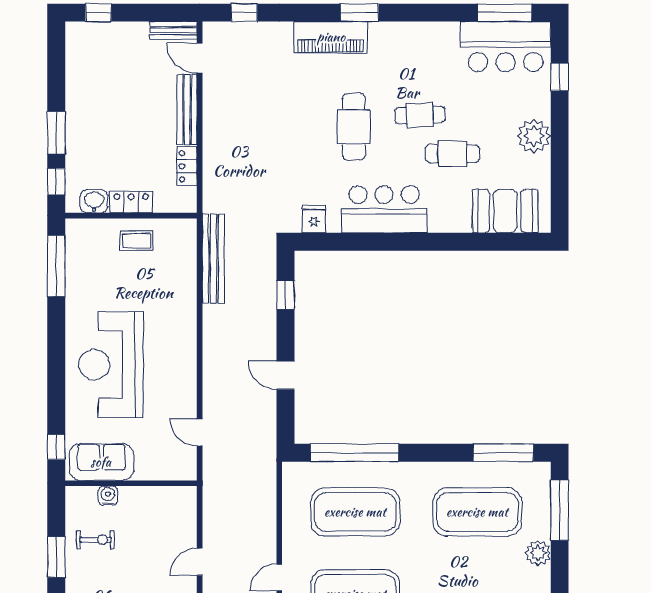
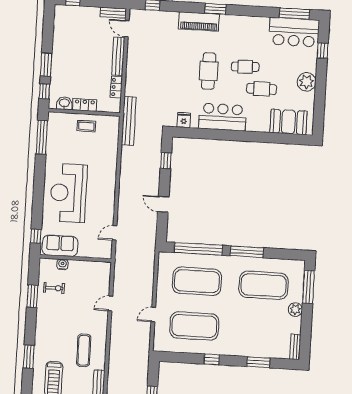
bench: (213, 259) -> (129, 121), moved
door: (200, 432) -> (115, 233), hinge flipped
window: (503, 453) -> (247, 252), moved

